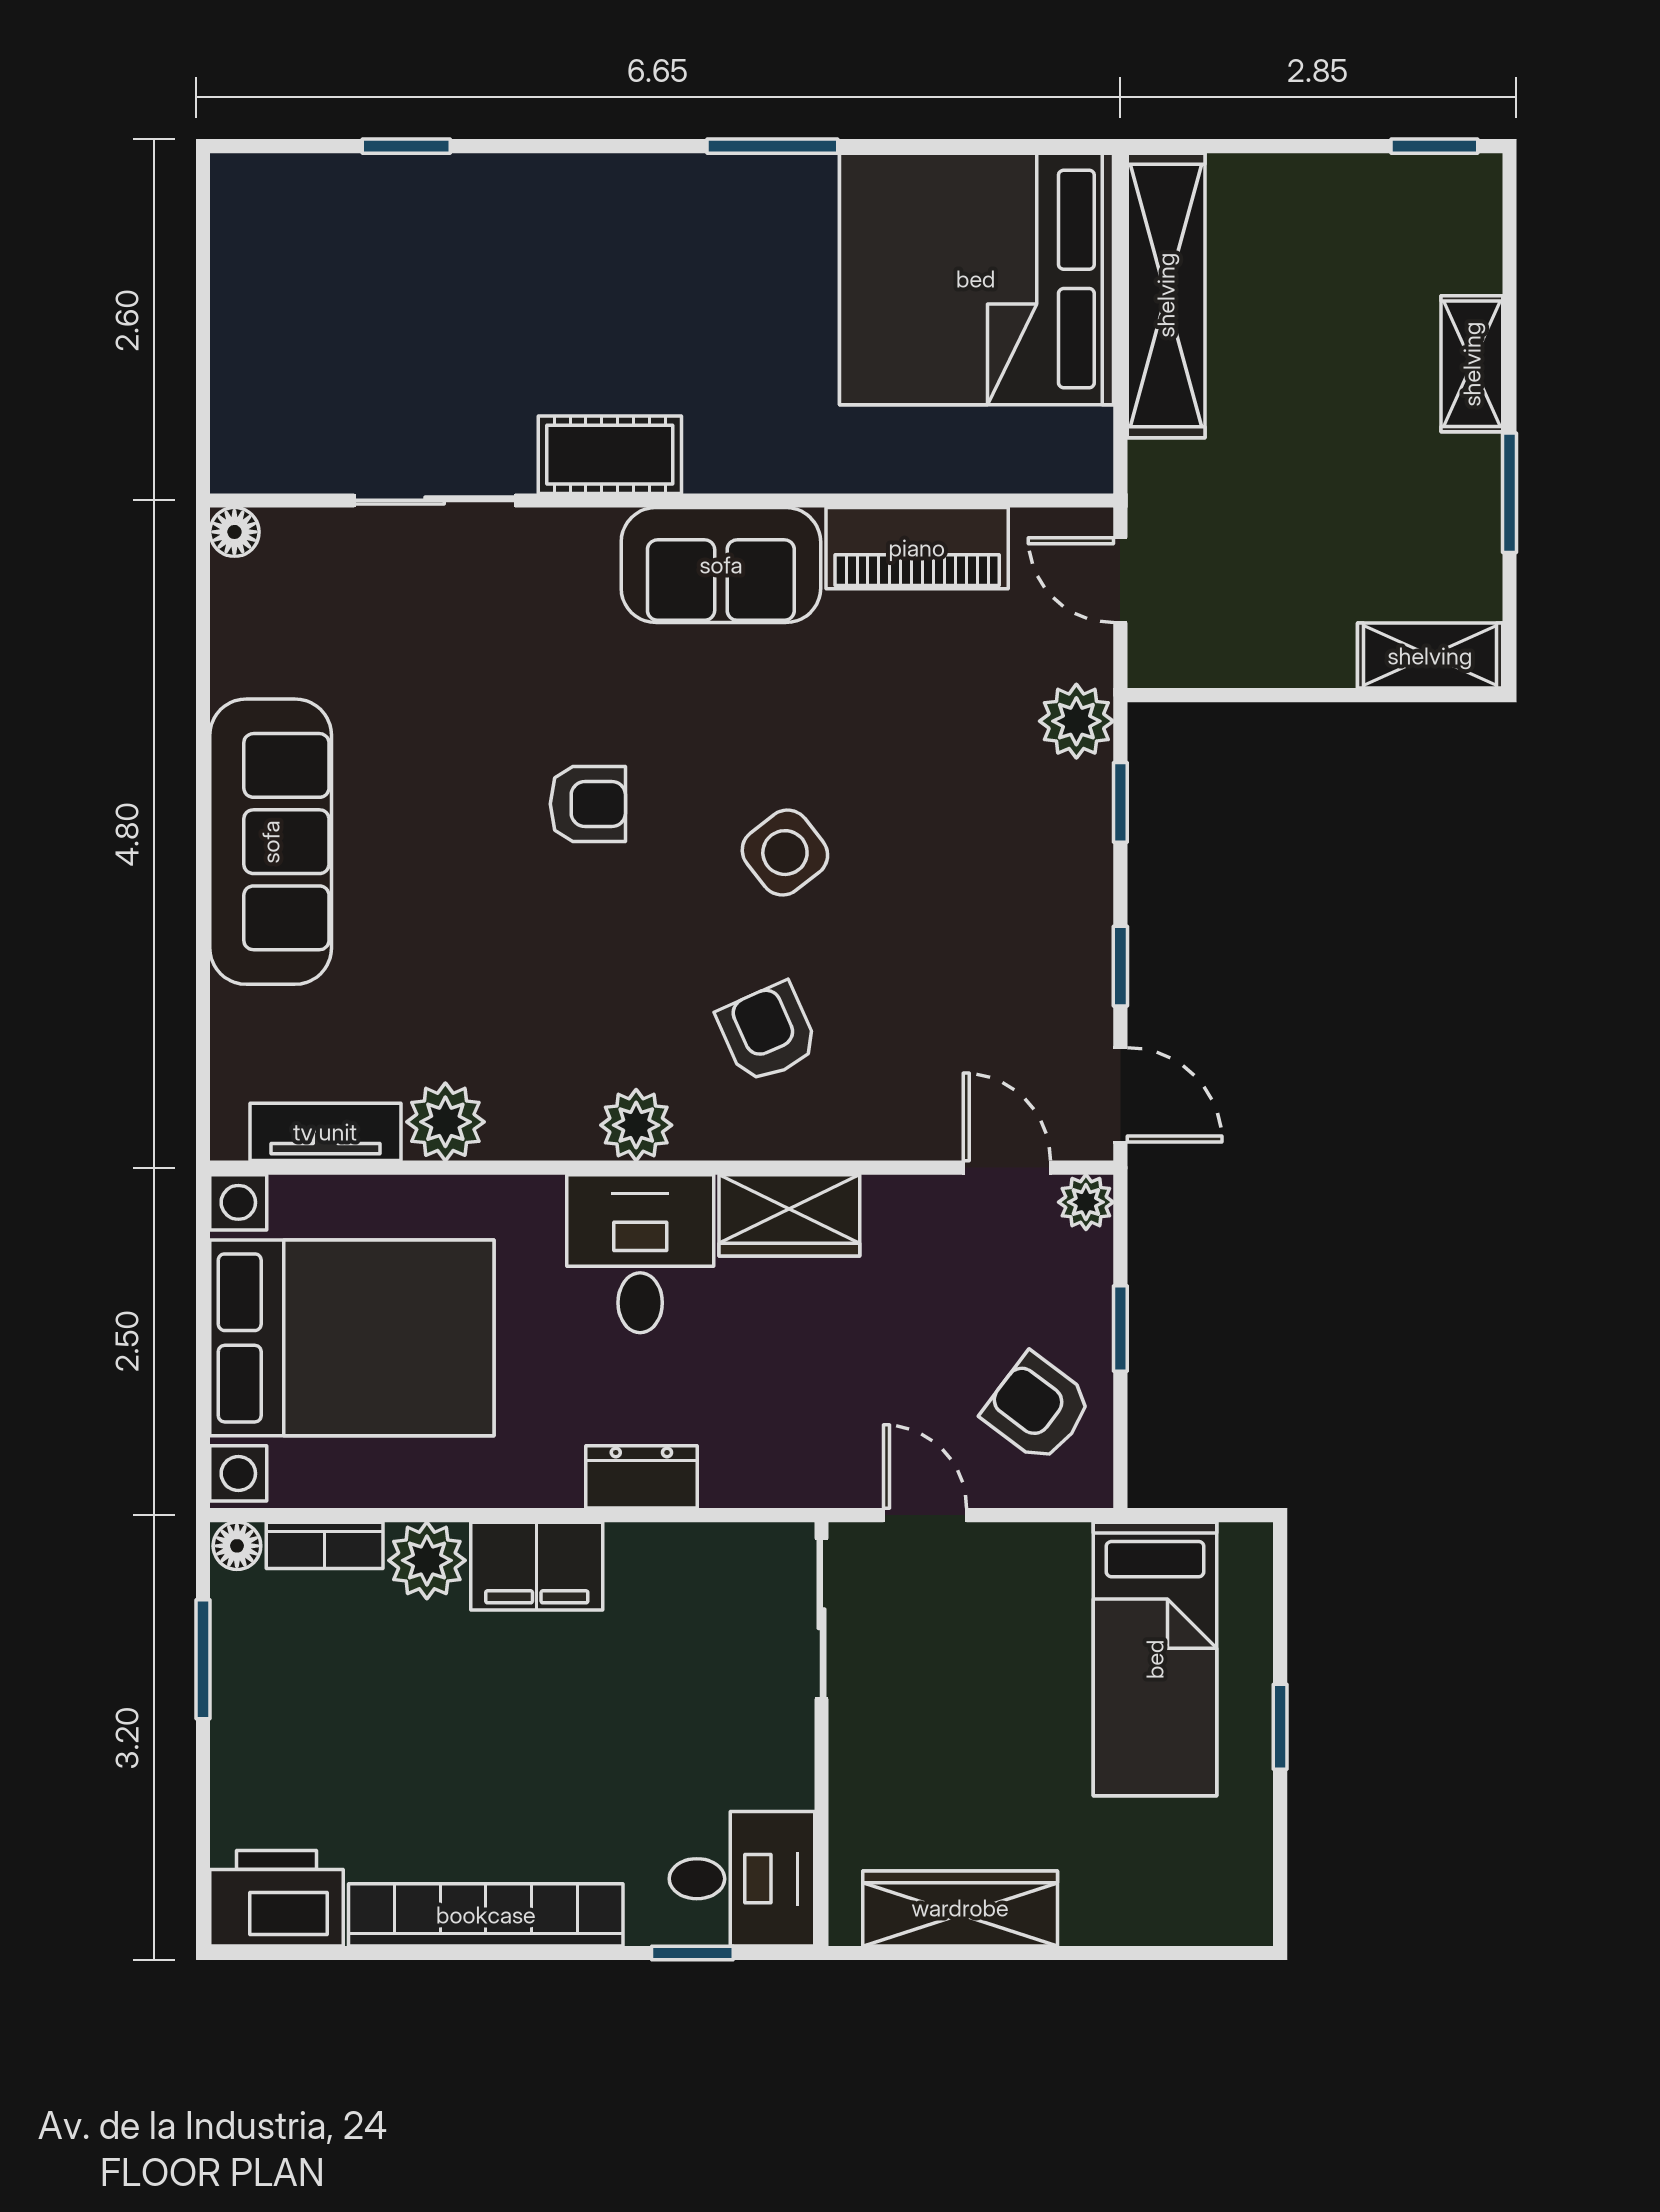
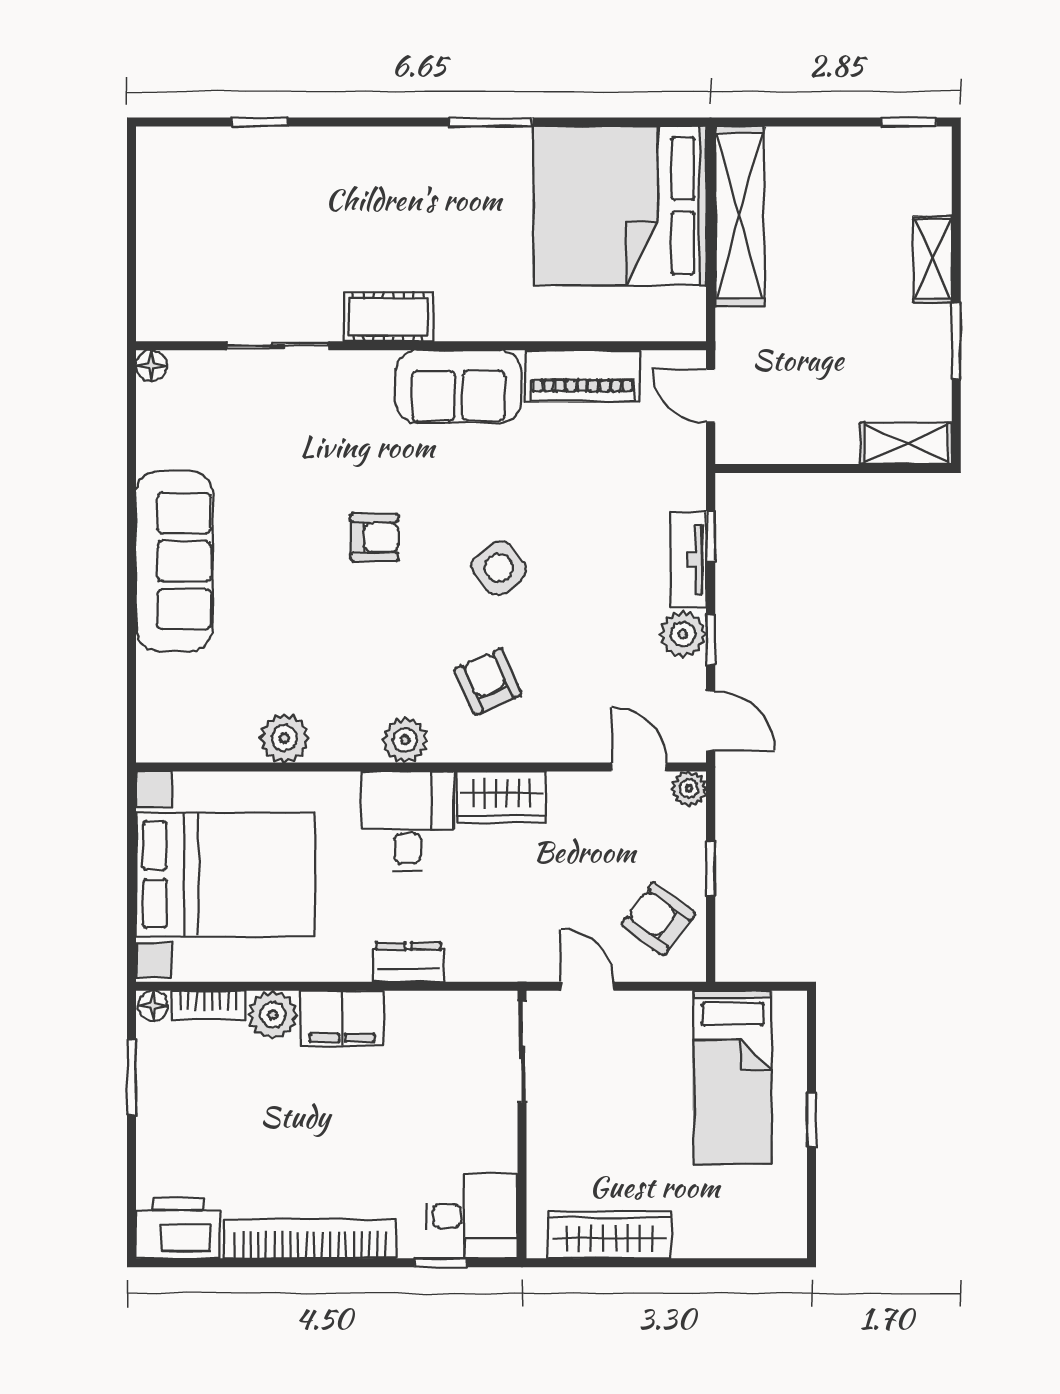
plant: (1076, 721) -> (683, 634), moved
tv unit: (325, 1132) -> (688, 560), moved, turned -90

